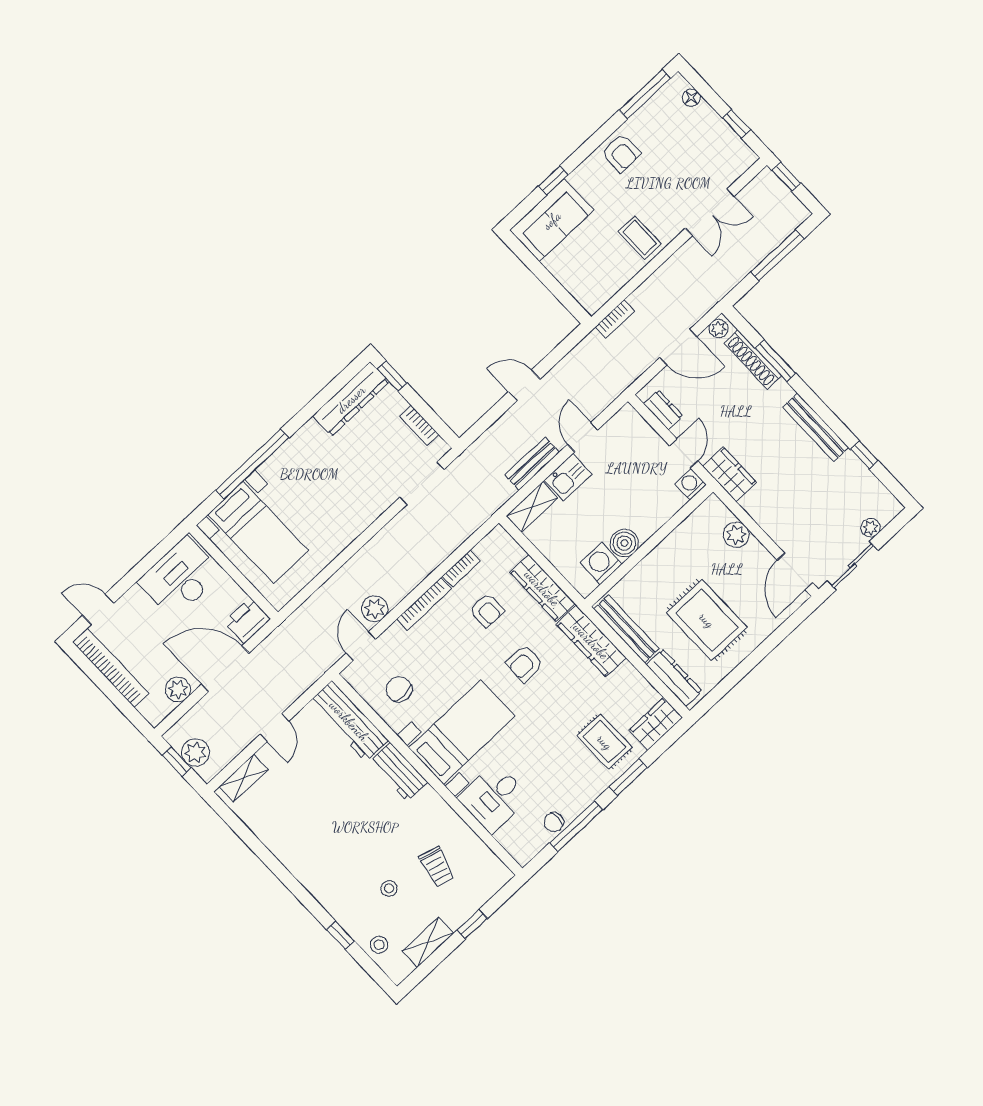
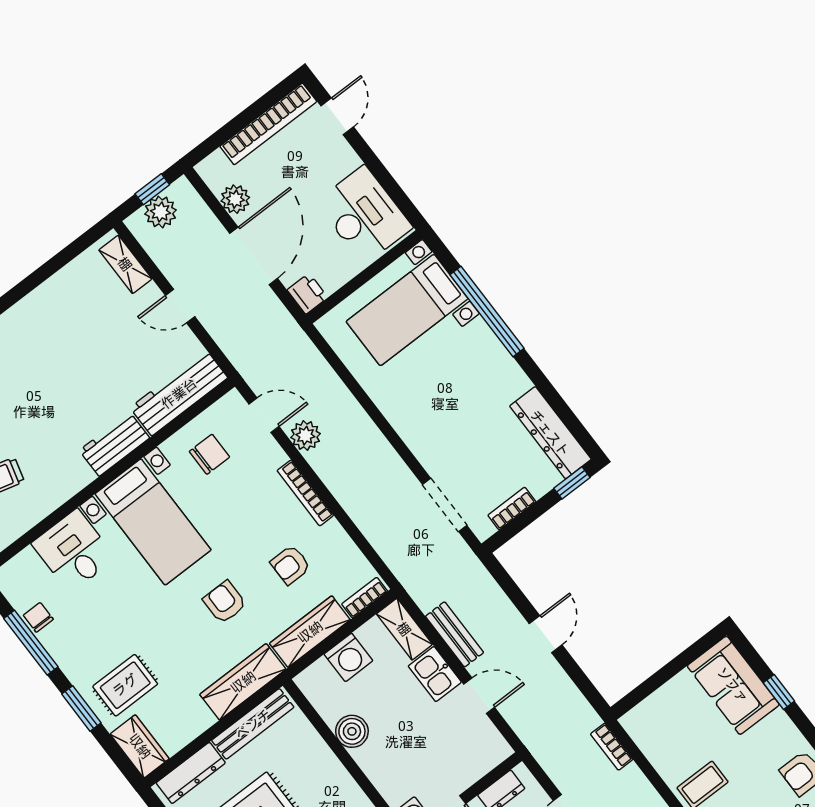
washing machine: (601, 563) -> (348, 657), moved, turned 90
bookcase: (461, 569) -> (365, 598), moved, turned 90
printer: (247, 621) -> (307, 294), width x0.73, depth x0.81

